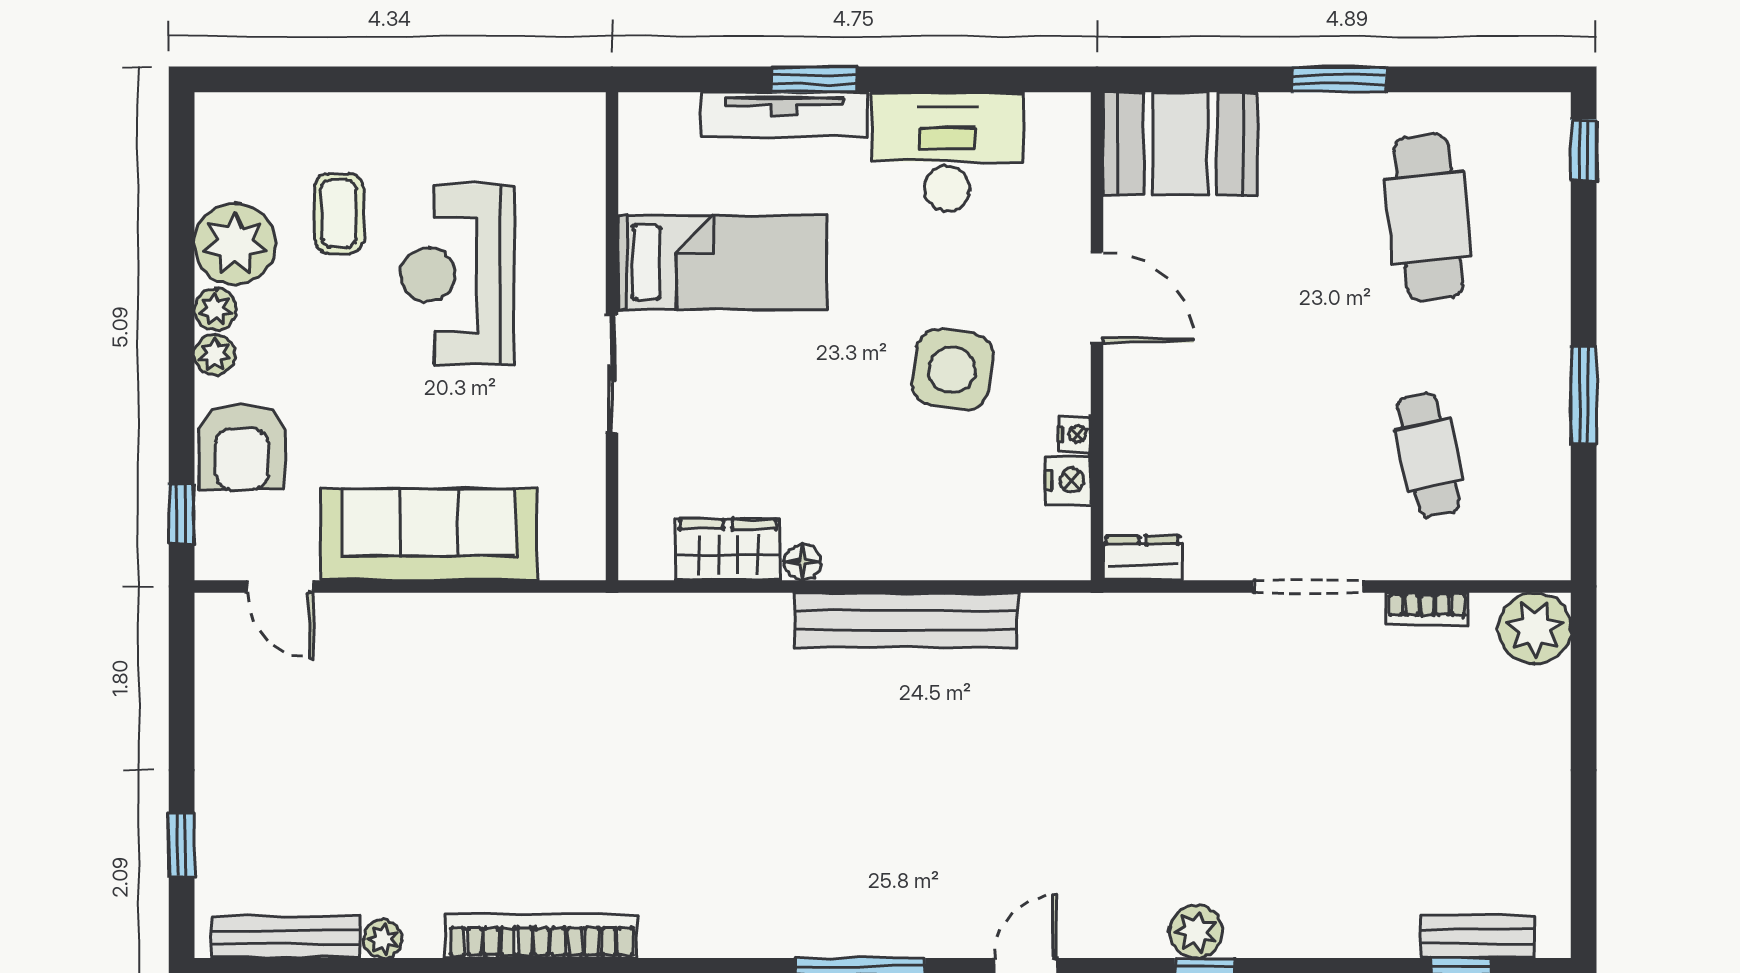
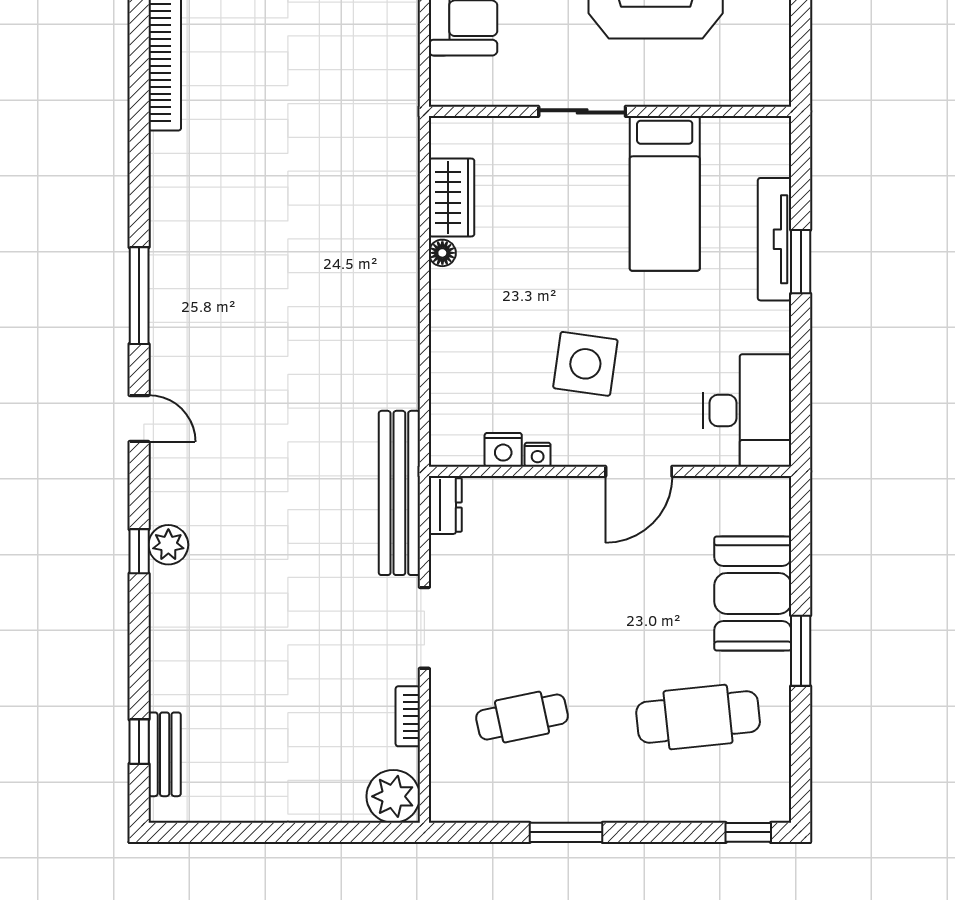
booth: (1180, 144) -> (753, 593), moved
desk: (947, 152) -> (747, 411), moved
bench: (906, 620) -> (399, 493), moved

